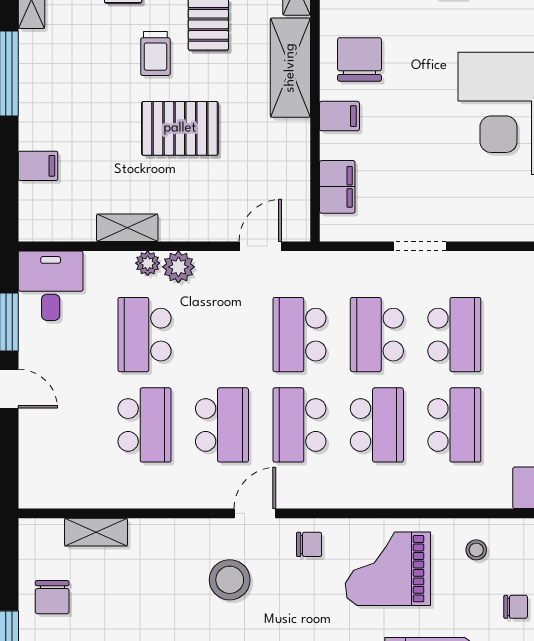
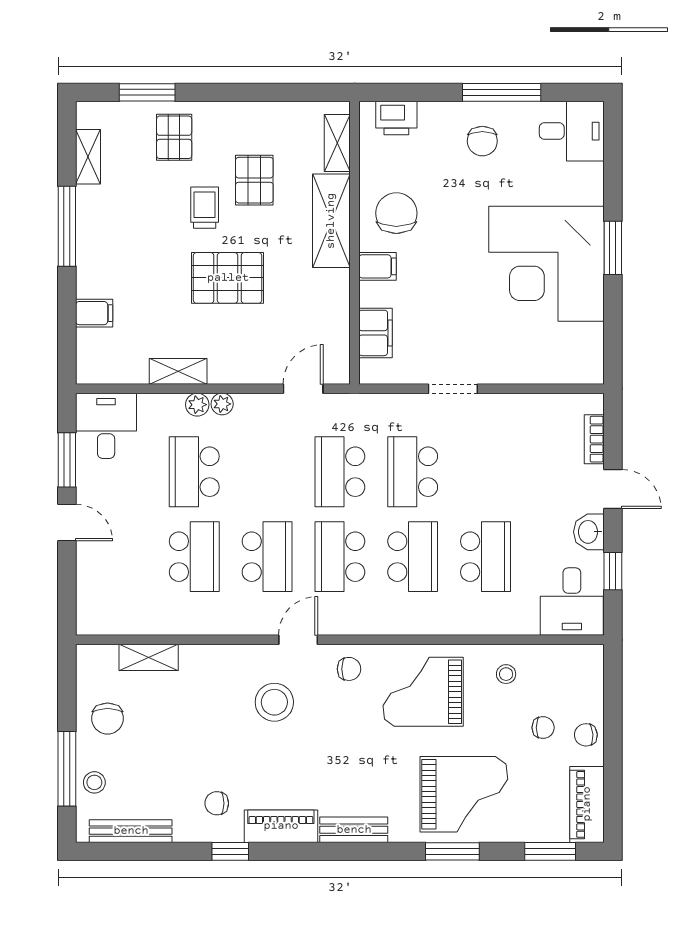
trolley: (155, 53) -> (205, 208), turned 180
plant: (178, 267) -> (222, 404), width x0.73, depth x0.73
school desk: (454, 335) -> (485, 472), removed

